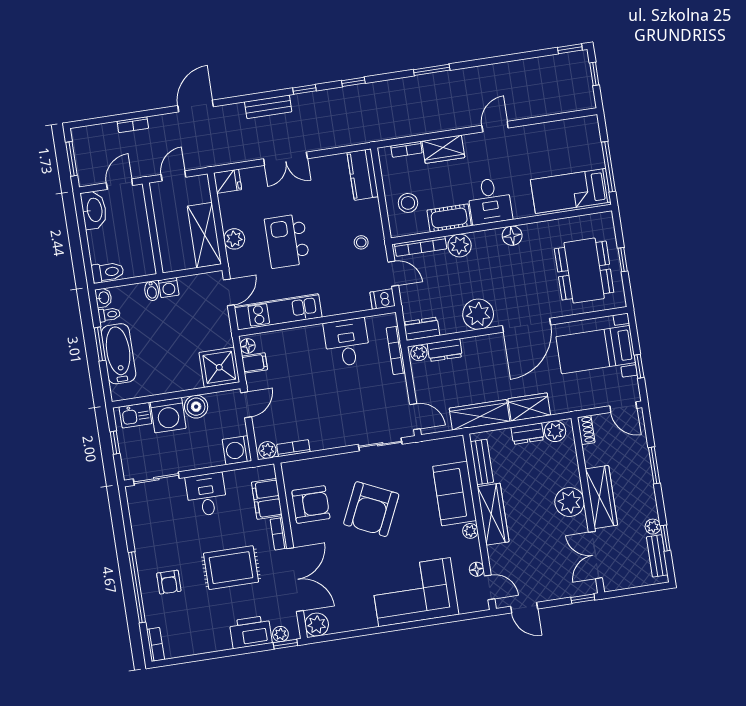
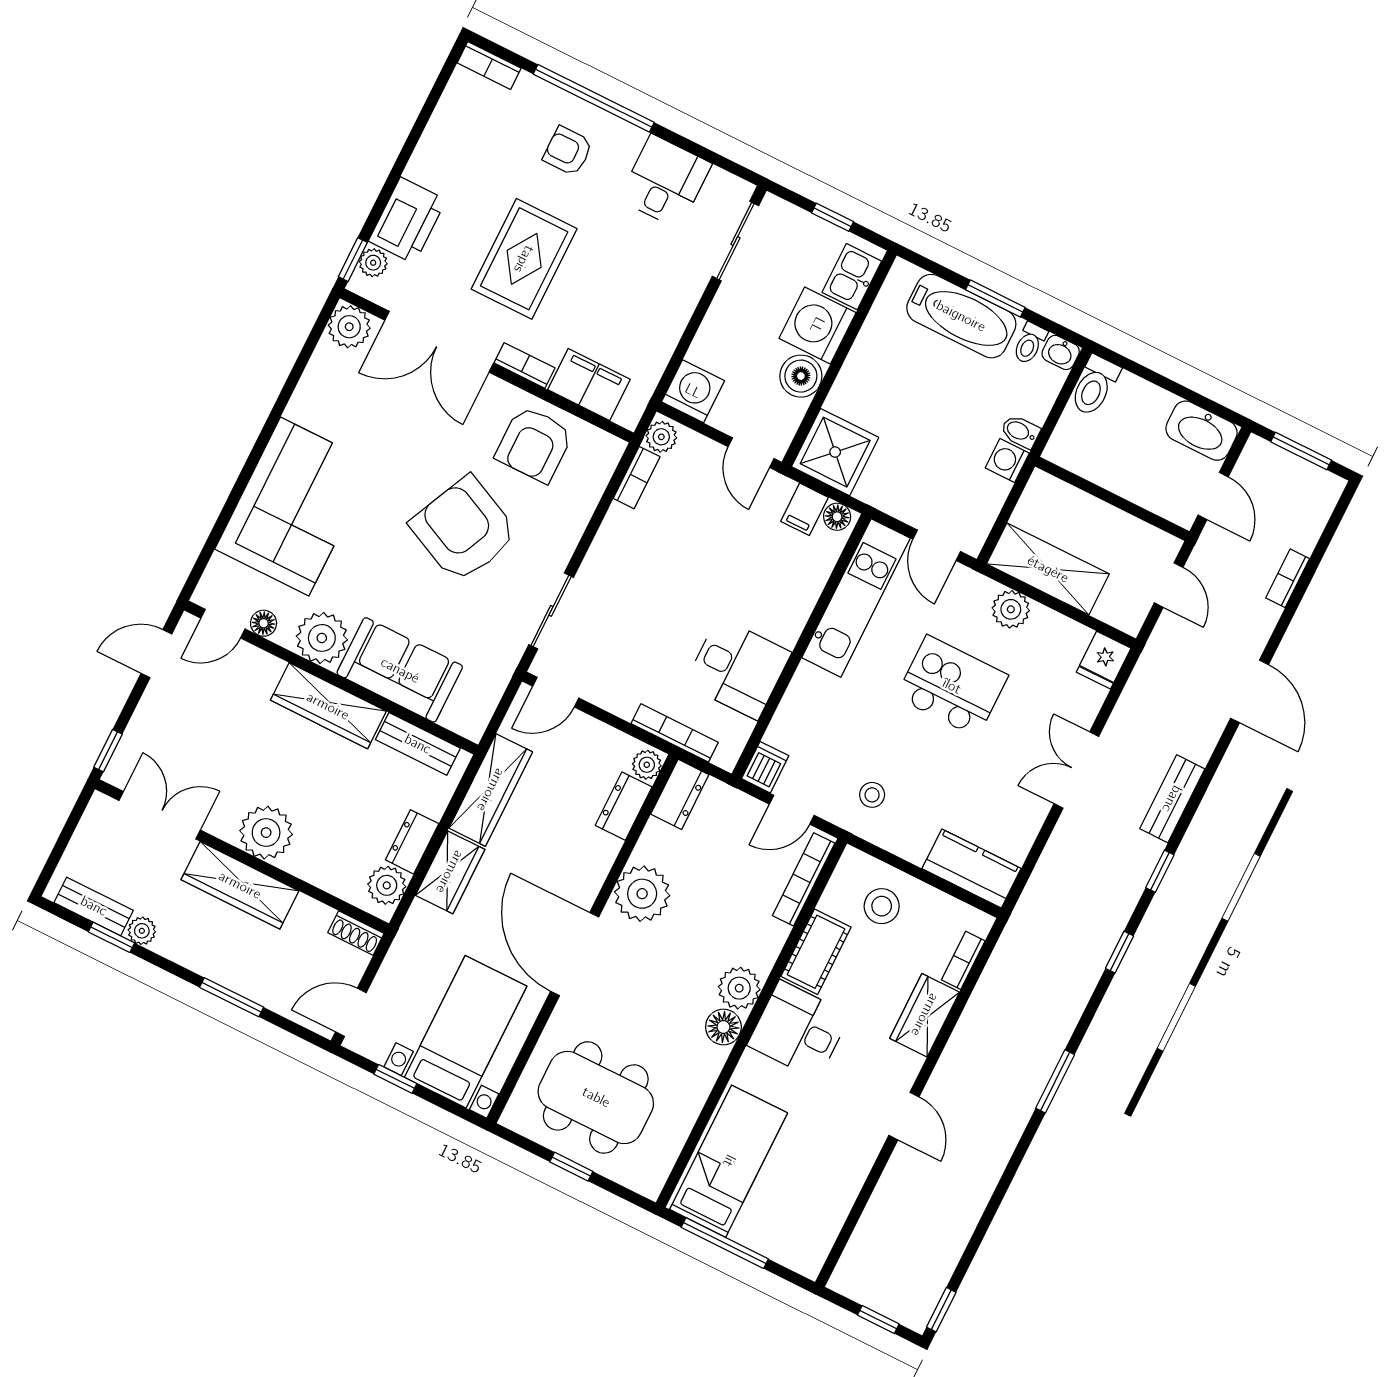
plant: (460, 245) -> (739, 988), moved
desk: (206, 495) -> (665, 181), moved, turned -90
plant: (470, 531) -> (322, 638), width x1.87, depth x1.87

